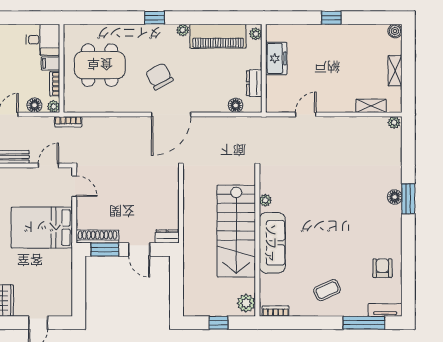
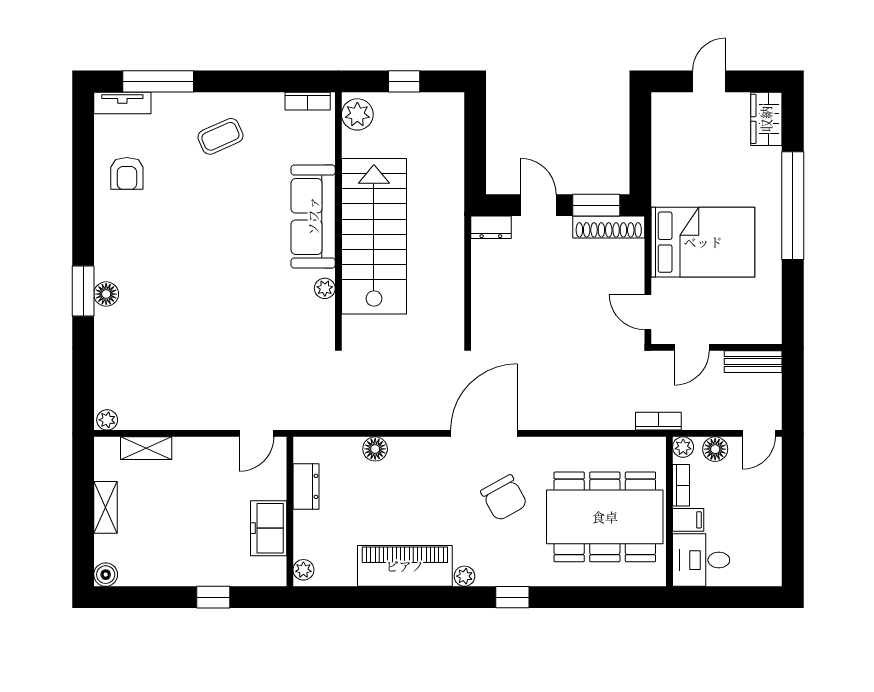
plant: (256, 34) -> (303, 570), moved
freezer: (276, 58) -> (269, 528), moved
dining table: (100, 65) -> (605, 517), width x1.36, depth x1.24
wall: (264, 68) -> (290, 512), moved
dresser: (254, 83) -> (306, 486), moved

